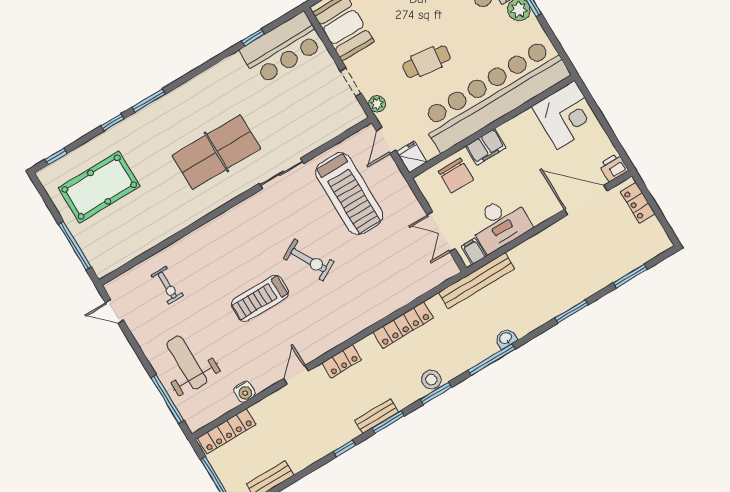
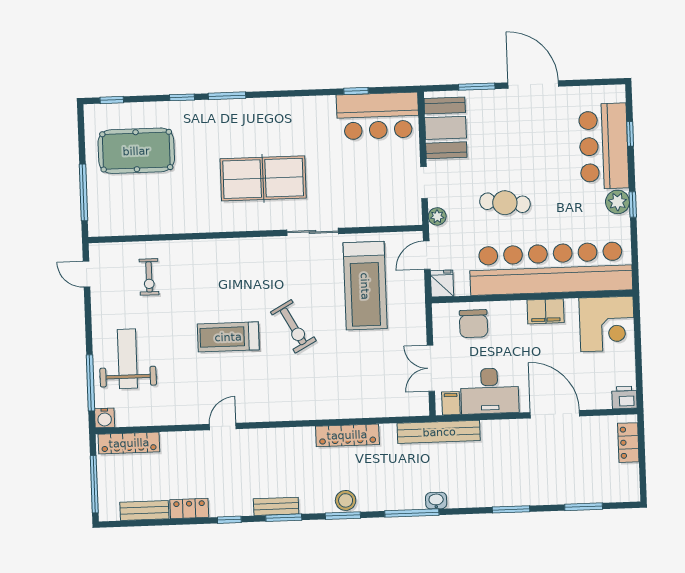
filing cabinet: (486, 147) -> (546, 311), moved
door: (586, 200) -> (555, 414), moved
locker: (342, 361) -> (189, 508), moved, turned 180
water cooler: (244, 392) -> (105, 418), moved

